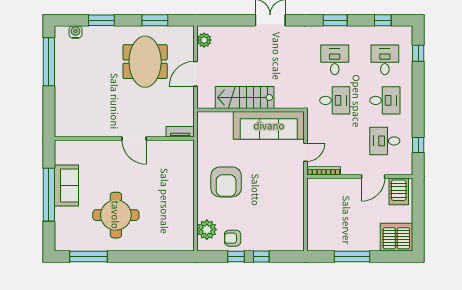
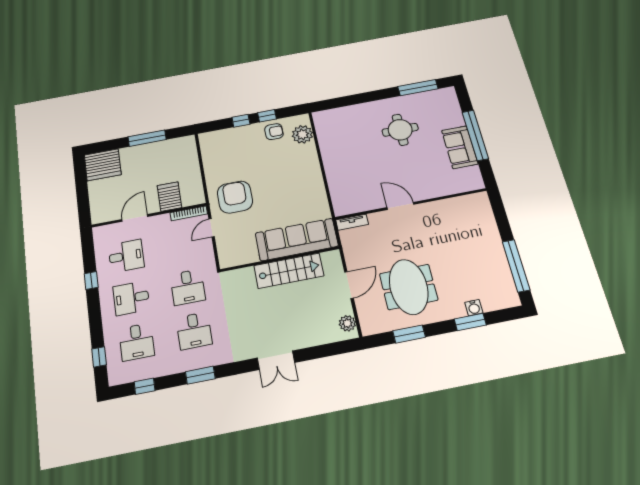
water cooler: (76, 32) -> (474, 308), moved
desk: (335, 100) -> (188, 287), turned -90
sofa: (269, 125) -> (297, 240), moved
window: (418, 145) -> (91, 280), moved
armchair: (226, 182) -> (235, 197), moved
server rack: (399, 191) -> (169, 197), moved
round table: (116, 215) -> (400, 130), width x0.73, depth x0.73

